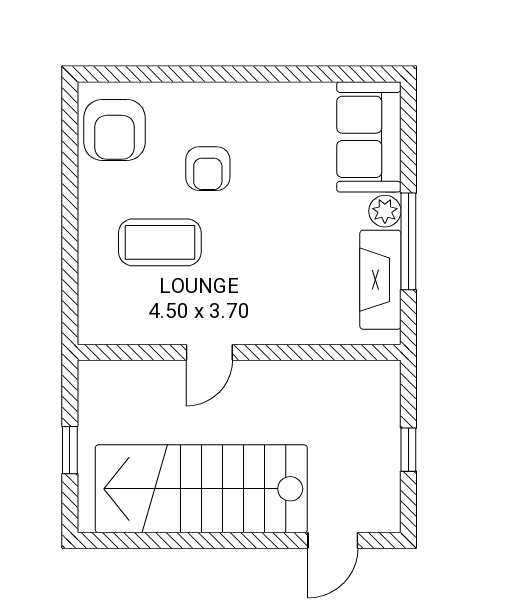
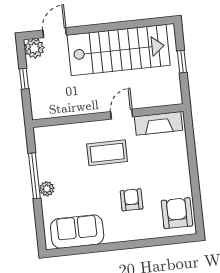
sofa: (369, 137) -> (77, 232), moved, turned -90
coffee table: (160, 242) -> (107, 153), moved
fireplace: (380, 280) -> (158, 123), moved, turned 90
plant: (380, 512) -> (34, 48), added

